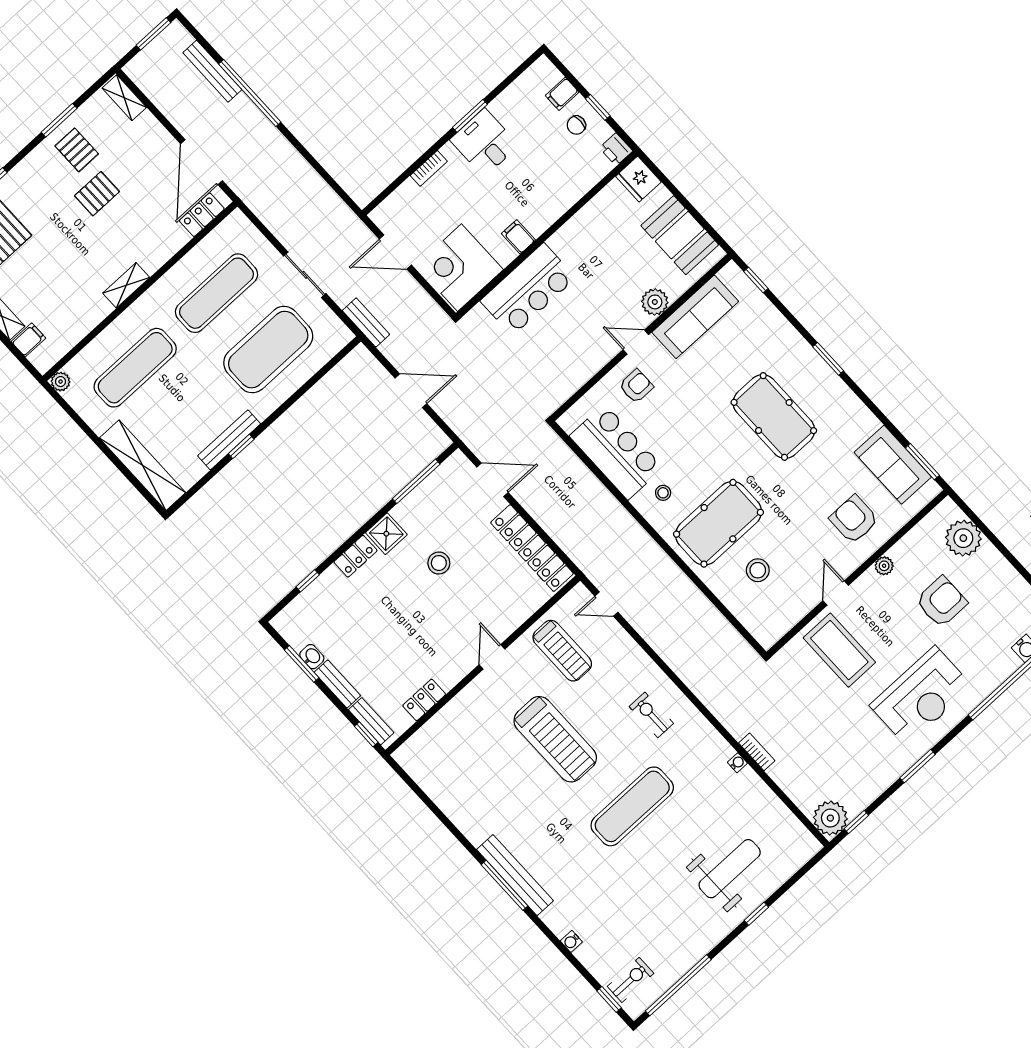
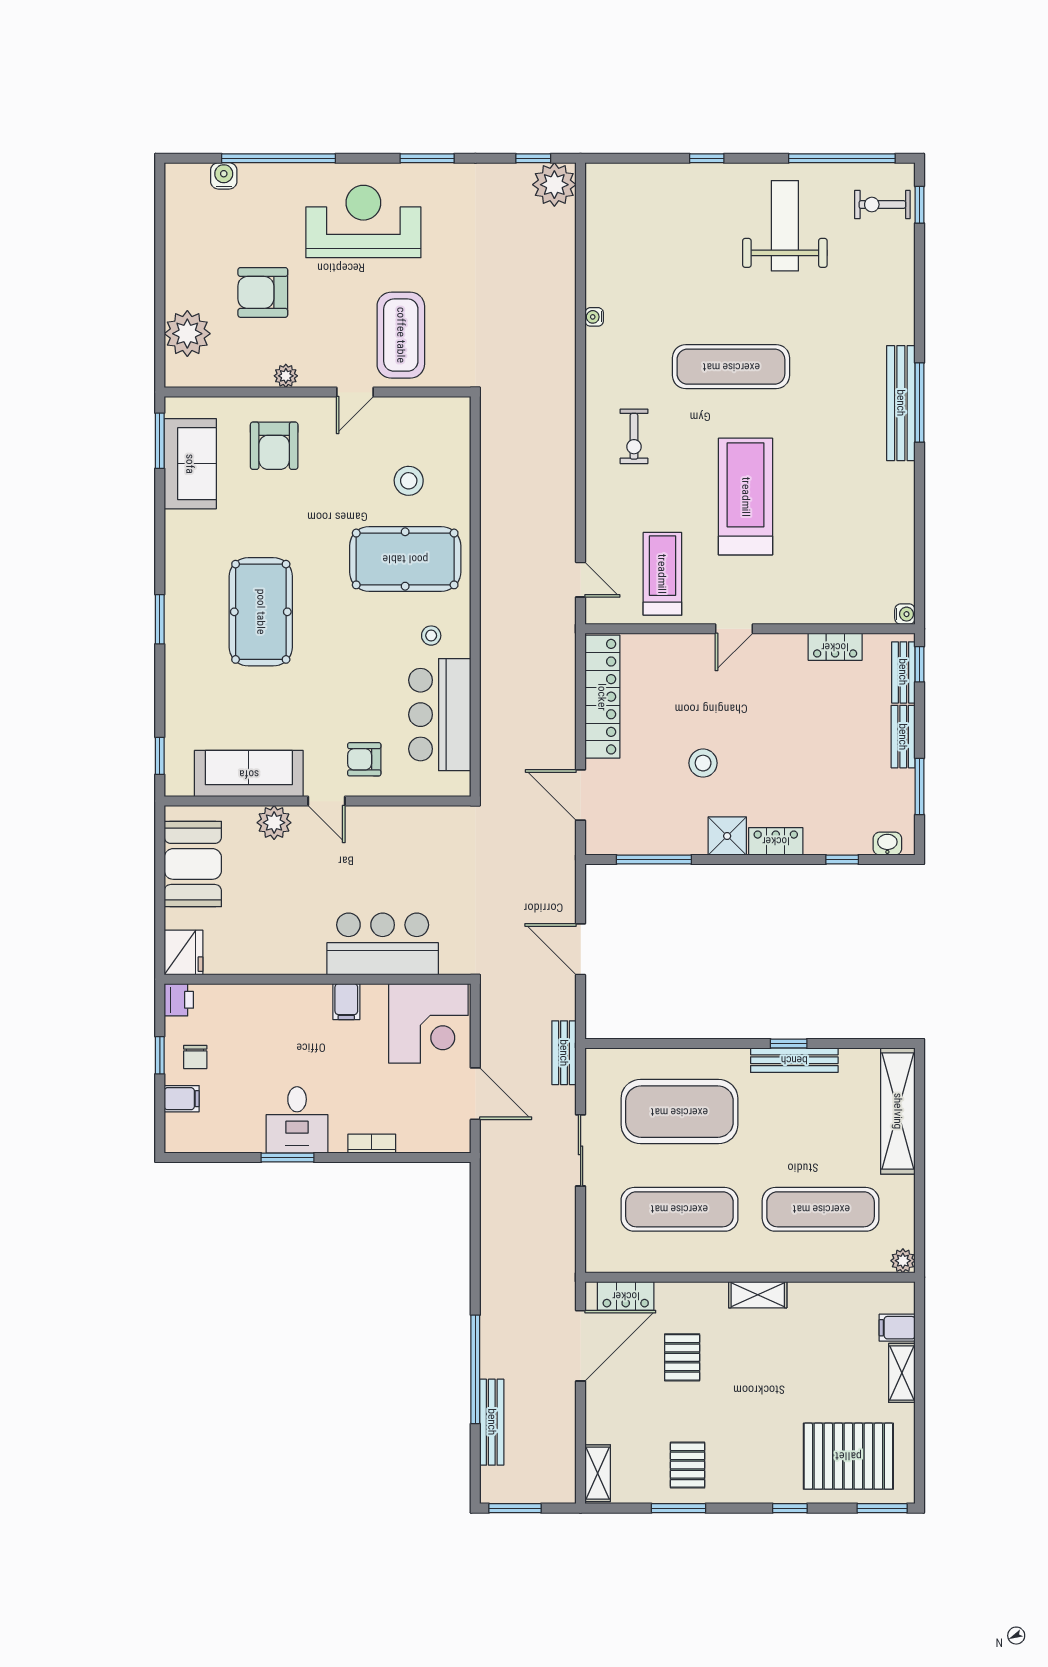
chair: (576, 125) -> (195, 1057), turned 90
pallet: (97, 194) -> (682, 1357), moved, turned 90
washbasin: (312, 657) -> (887, 844), moved, turned 90
bookcase: (757, 752) -> (566, 311), removed
weight bench: (730, 869) -> (785, 226), moved, turned 90
water cooler: (571, 941) -> (905, 614), moved

